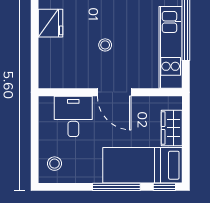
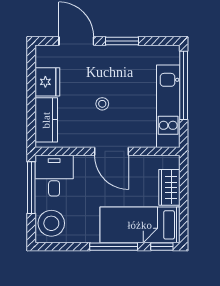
kitchen counter: (49, 61) -> (46, 120), added
desk: (73, 116) -> (54, 176), moved
window: (35, 128) -> (31, 188), added
stool: (54, 164) -> (51, 223), width x1.89, depth x1.89

